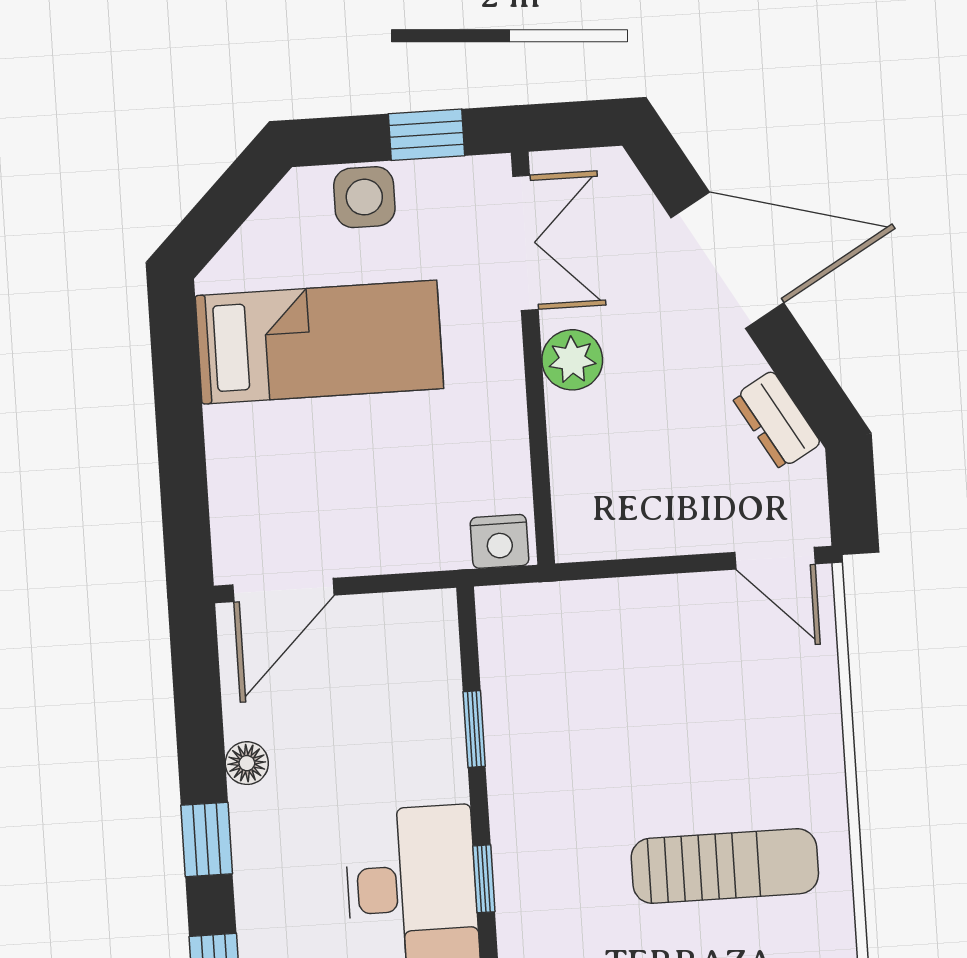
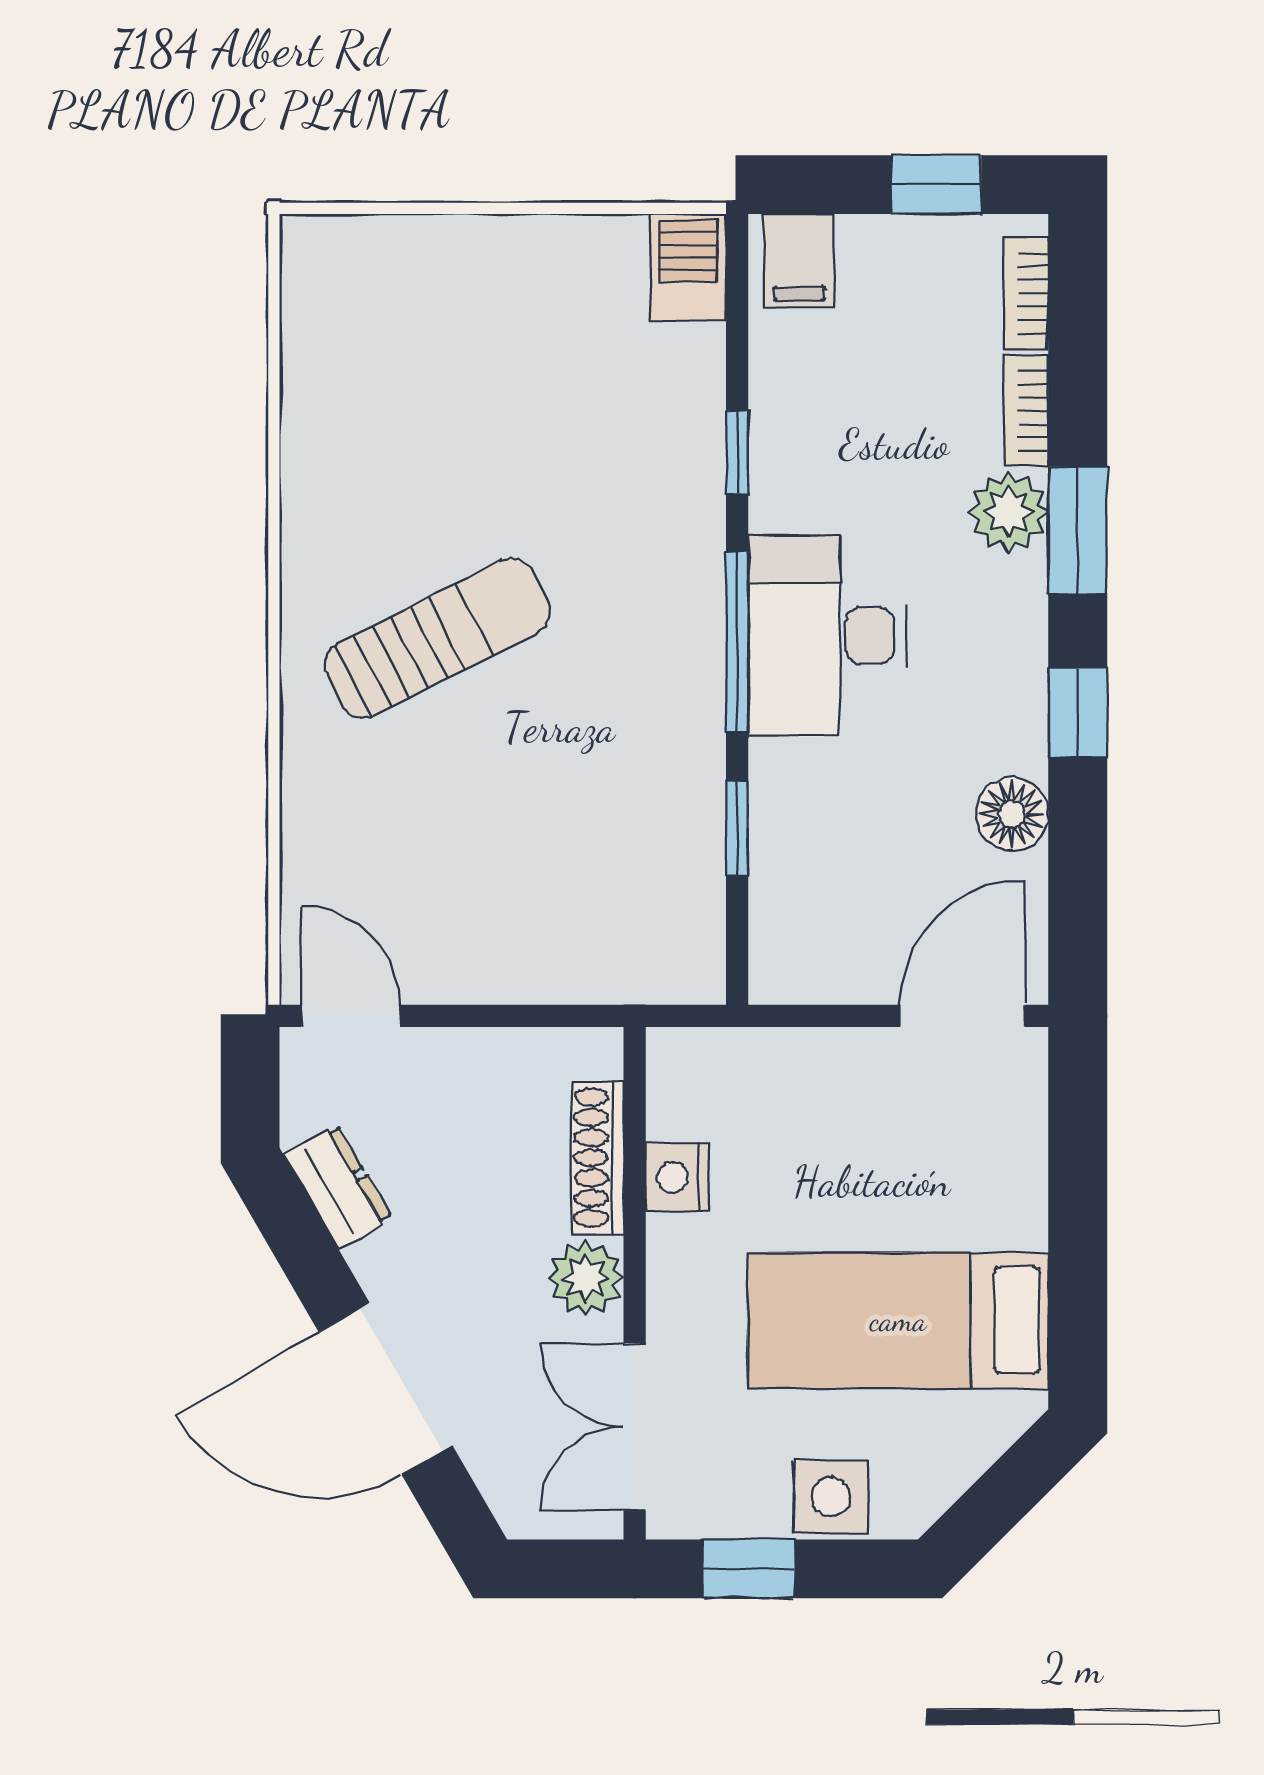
shoe rack: (569, 457) -> (598, 1158), added
nightstand: (500, 541) -> (678, 1177), moved, turned -90
floor lamp: (247, 763) -> (1012, 814), width x1.37, depth x1.37
sun lounger: (725, 866) -> (437, 638), turned 153
window: (484, 879) -> (737, 642), width x2.17

